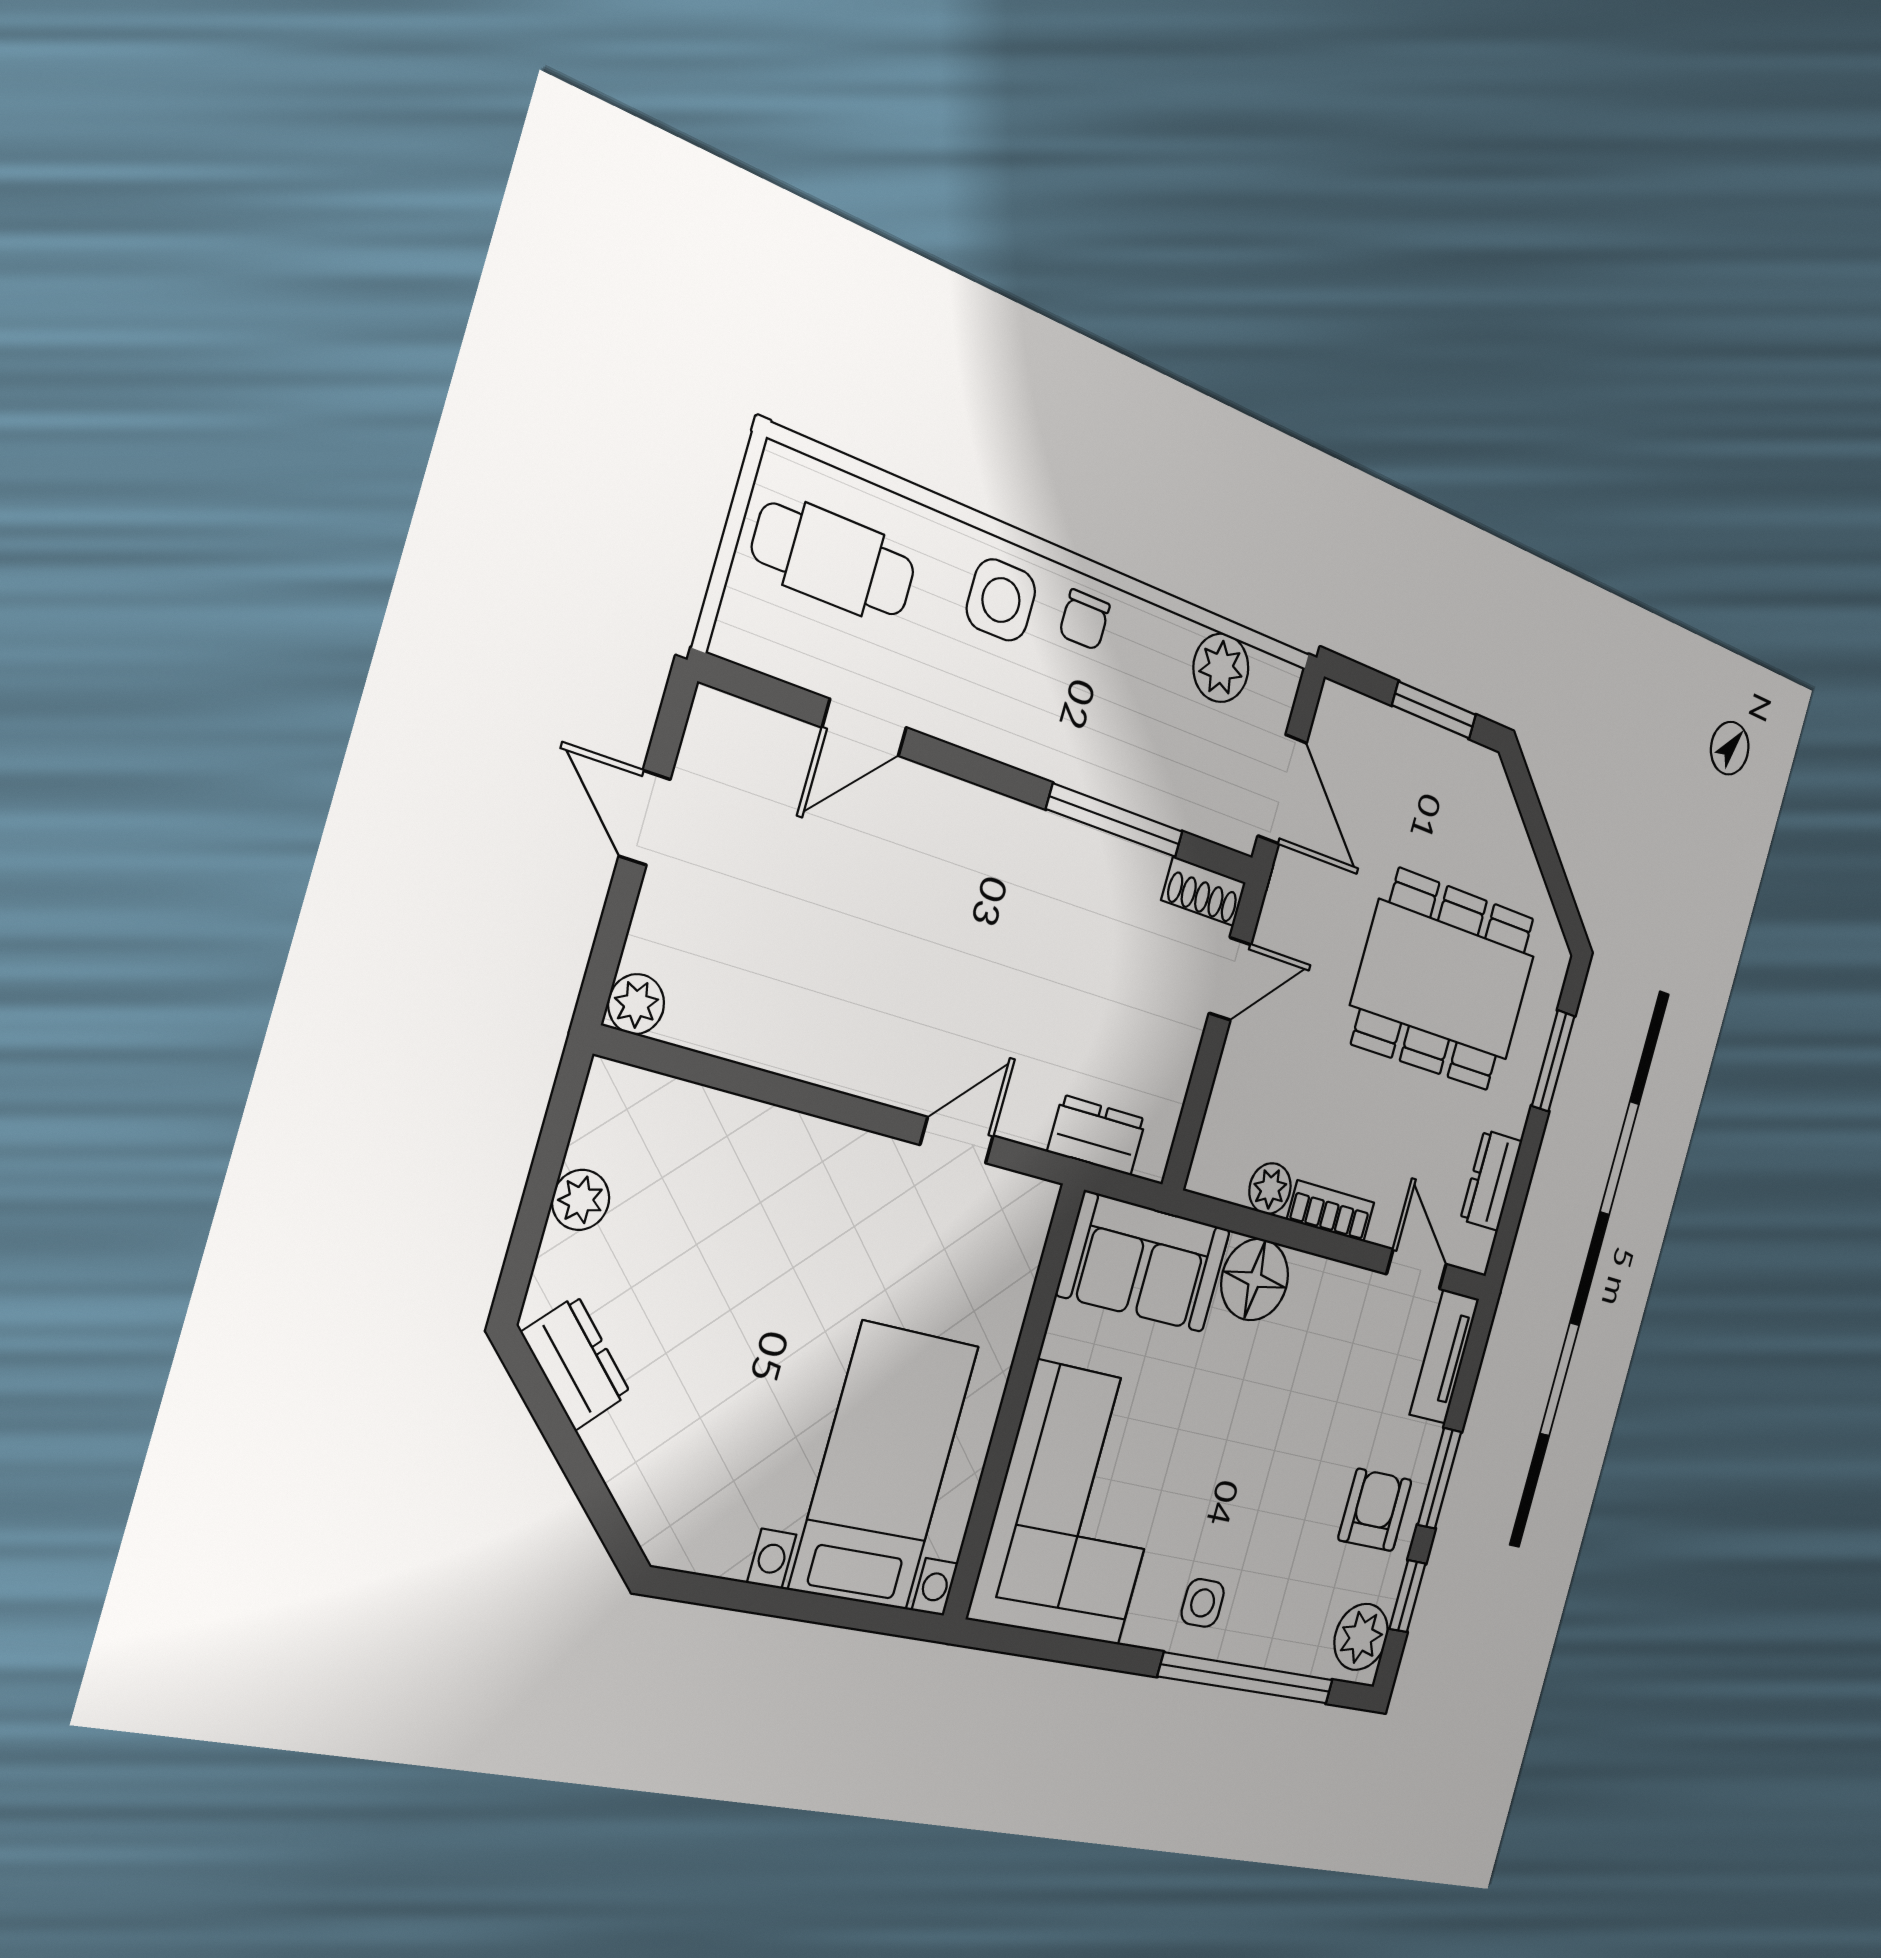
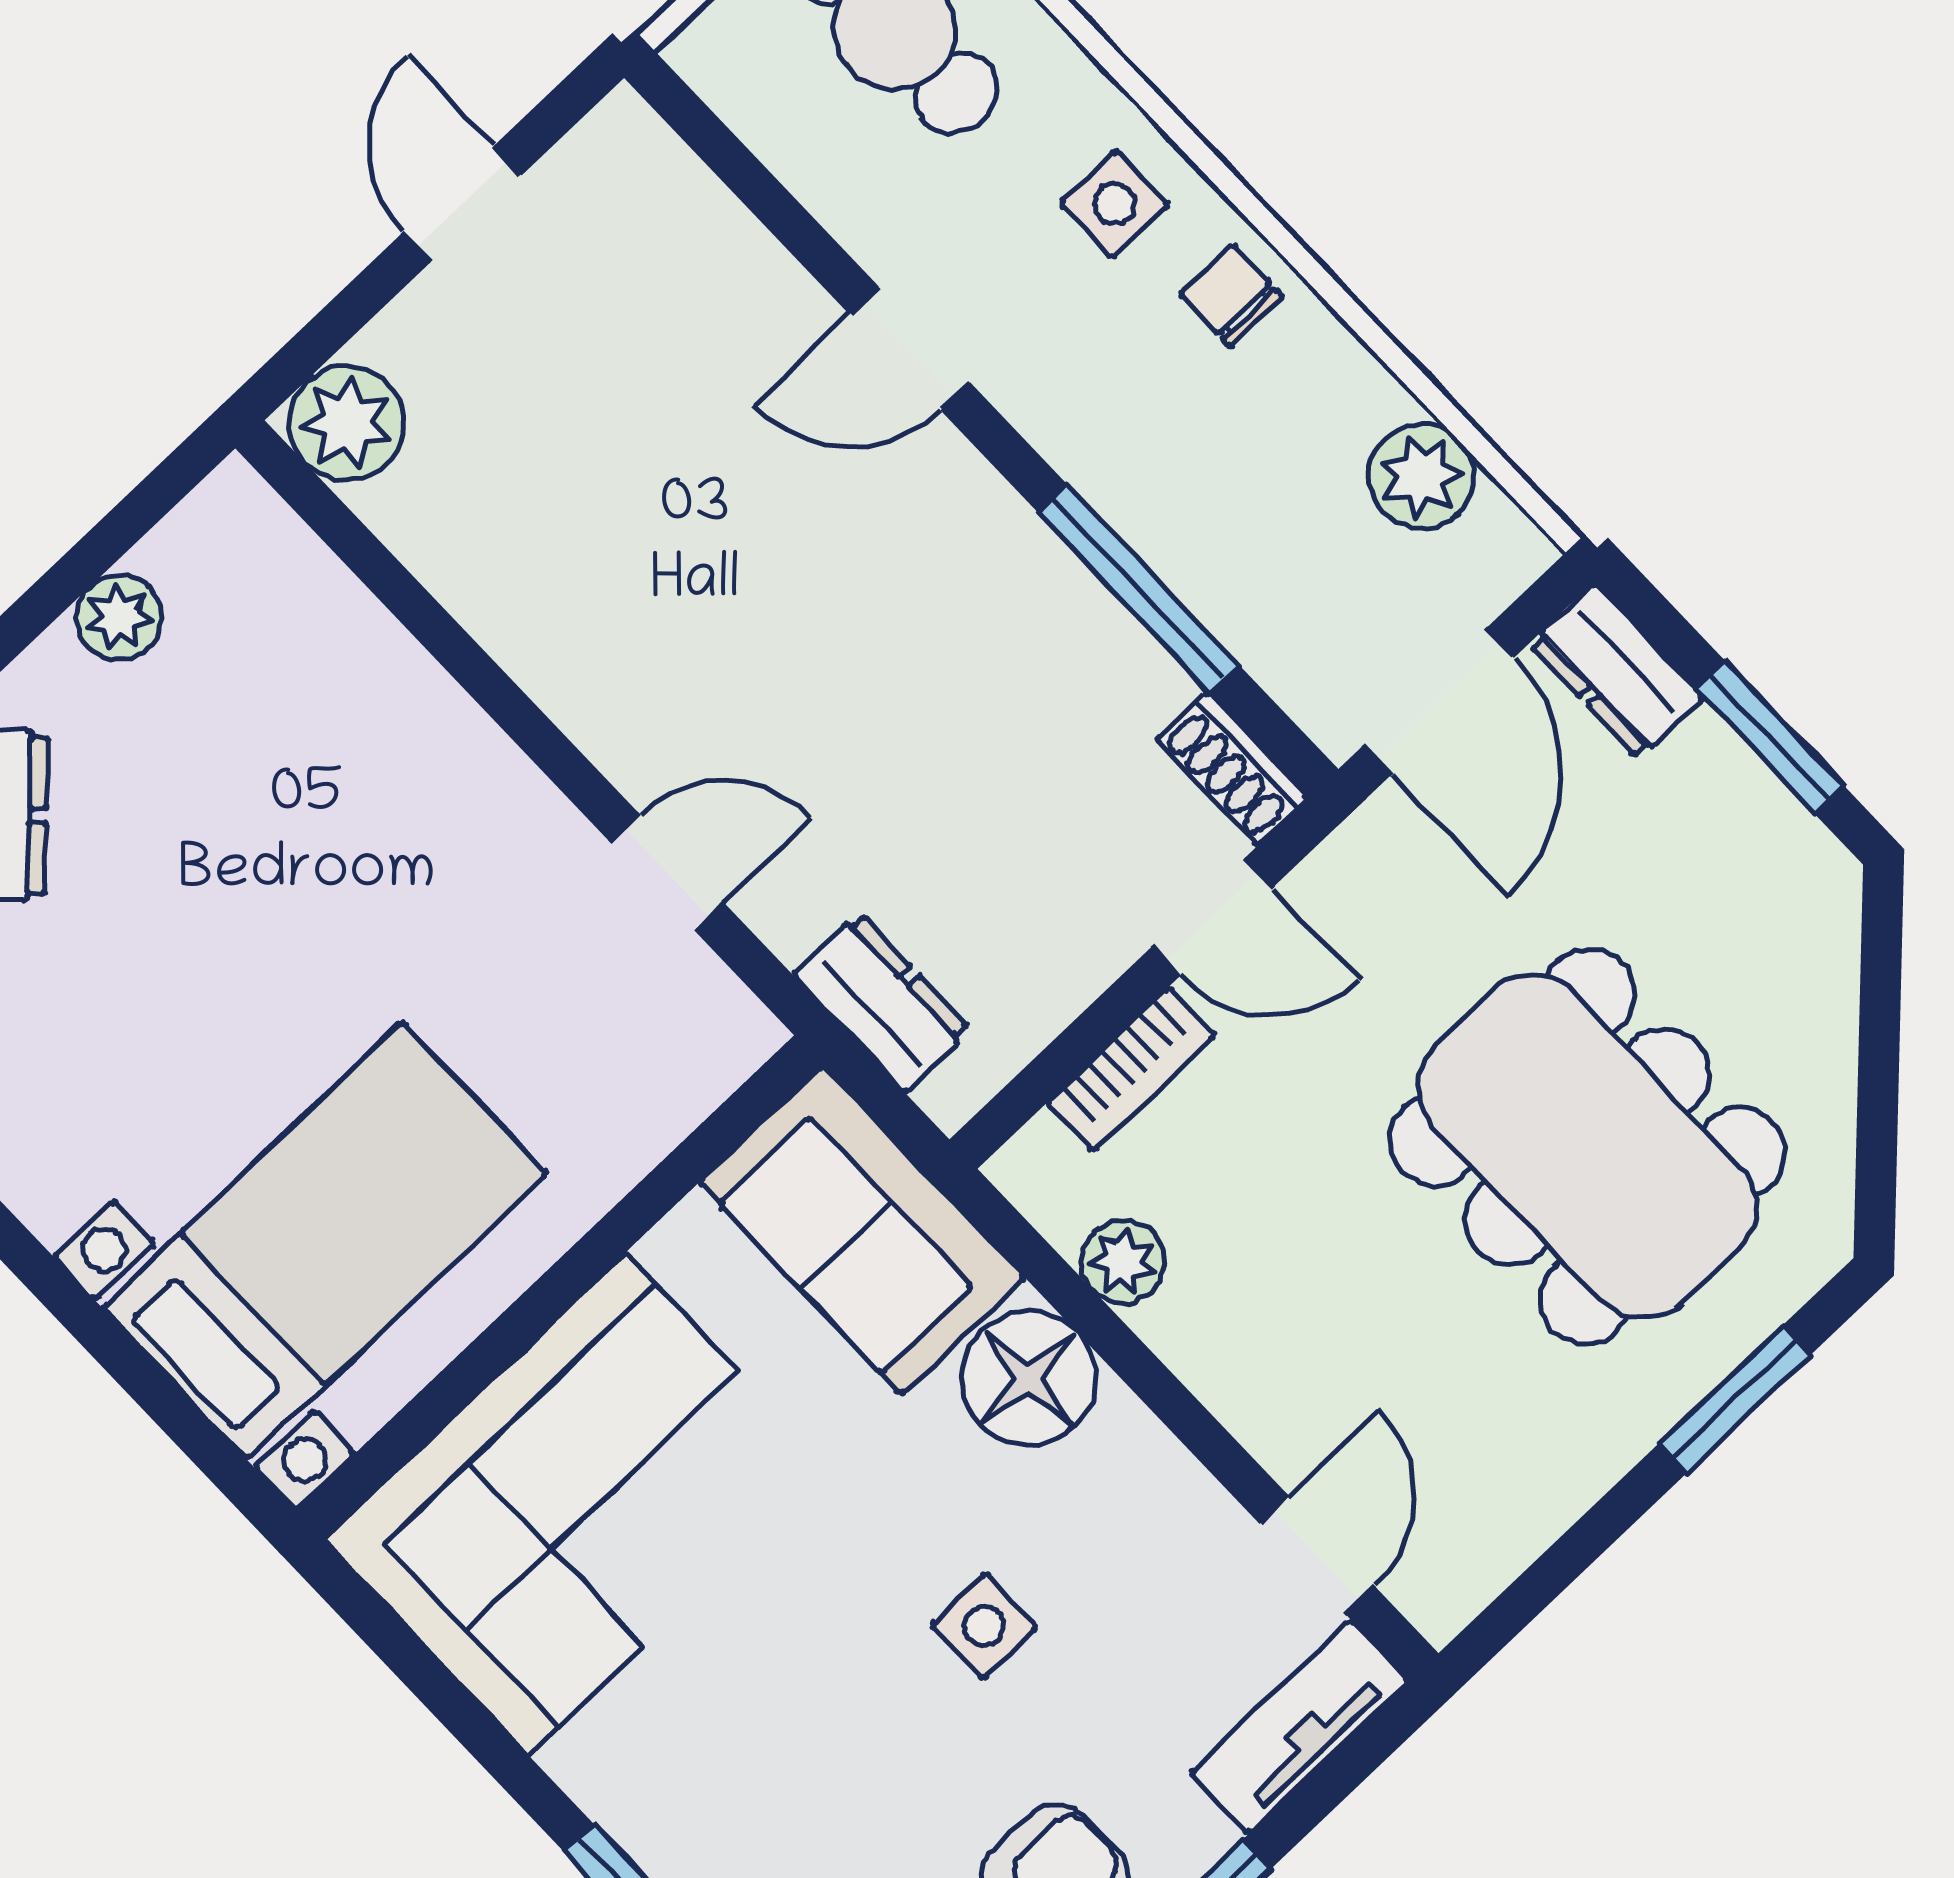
side table: (1001, 600) -> (1115, 204), width x0.73, depth x0.73
chair: (1084, 620) -> (1231, 296), turned 90
door: (864, 727) -> (910, 348), moved
plant: (636, 1004) -> (347, 423), width x1.38, depth x1.38
dresser: (1491, 1180) -> (1616, 671), moved, turned -90
bookcase: (1331, 1211) -> (1131, 1069), moved, turned 90
side table: (1203, 1603) -> (984, 1626), moved

